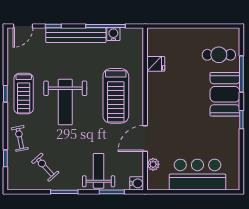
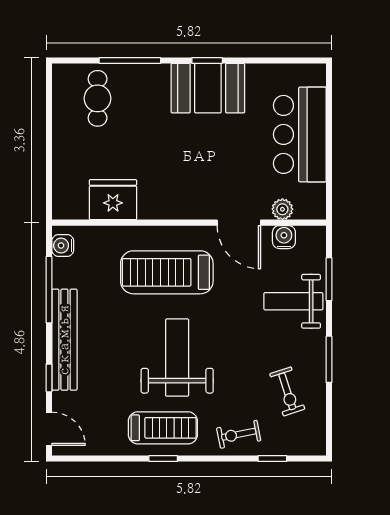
water cooler: (113, 34) -> (63, 246), moved
fridge: (156, 64) -> (113, 200), width x1.88, depth x1.34
booth: (225, 94) -> (208, 88), moved
treadmill: (116, 96) -> (167, 272), turned 180
weight bench: (65, 102) -> (177, 358), turned -90
exercise bike: (45, 167) -> (287, 391), turned -66
water cooler: (137, 183) -> (284, 237), moved

